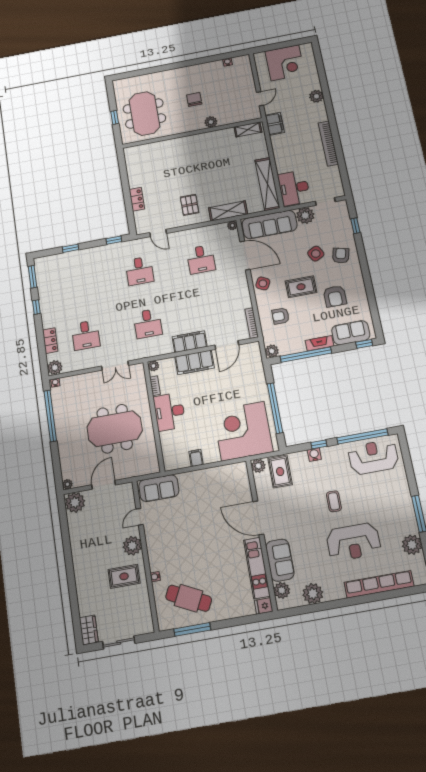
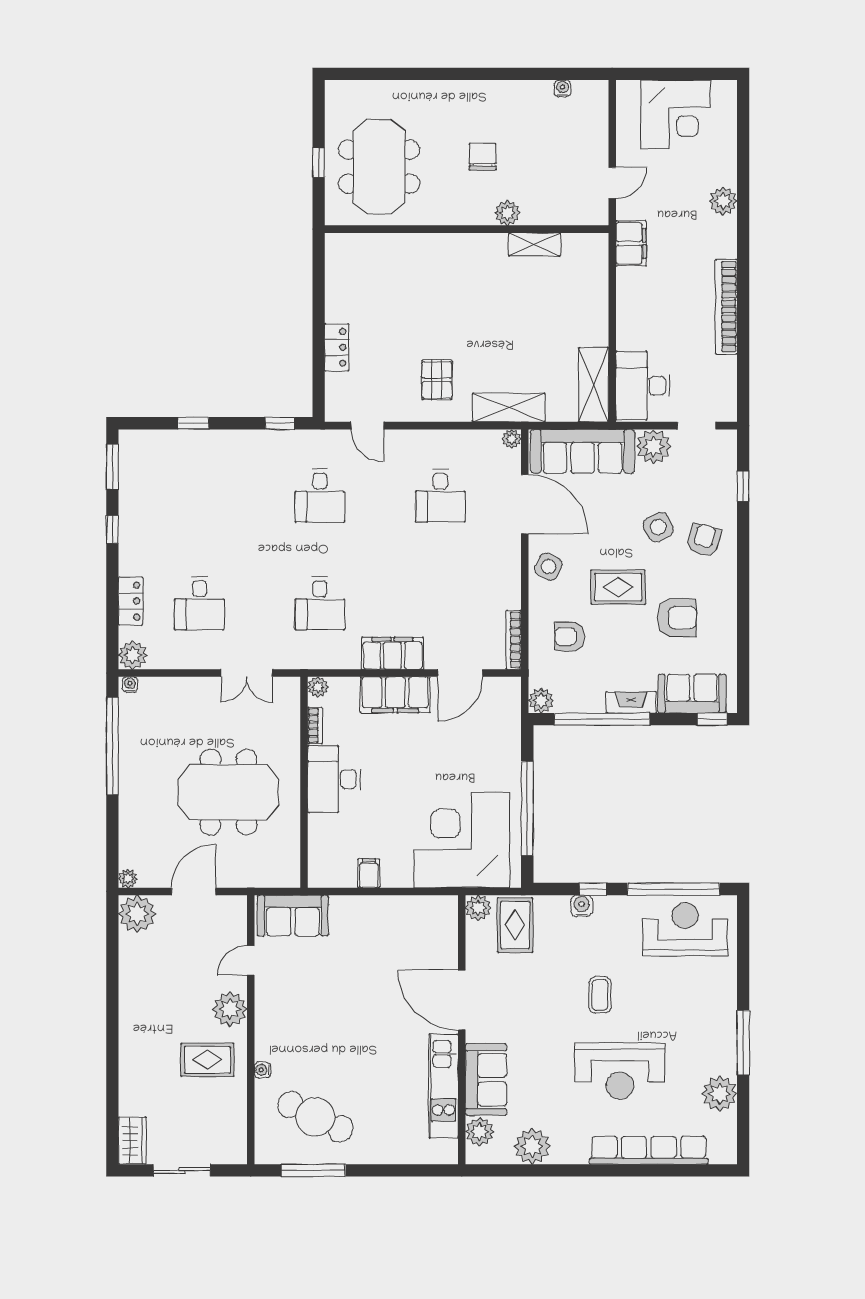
shelving: (248, 129) -> (534, 244), moved
shelving: (267, 184) -> (594, 385), width x0.68
armchair: (335, 296) -> (677, 618), turned -90
fridge: (264, 606) -> (444, 1152), removed

